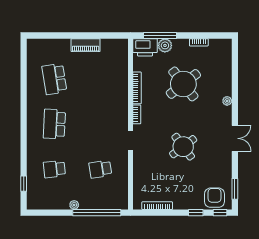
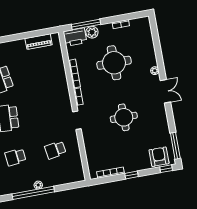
piano: (86, 45) -> (39, 42), moved
round table: (183, 84) -> (114, 63), turned 38
double door: (235, 138) -> (165, 91), moved
round table: (183, 147) -> (124, 117), turned 37
window: (235, 189) -> (175, 146), width x1.44
window: (97, 213) -> (33, 193), moved
window: (196, 213) -> (131, 175), moved

